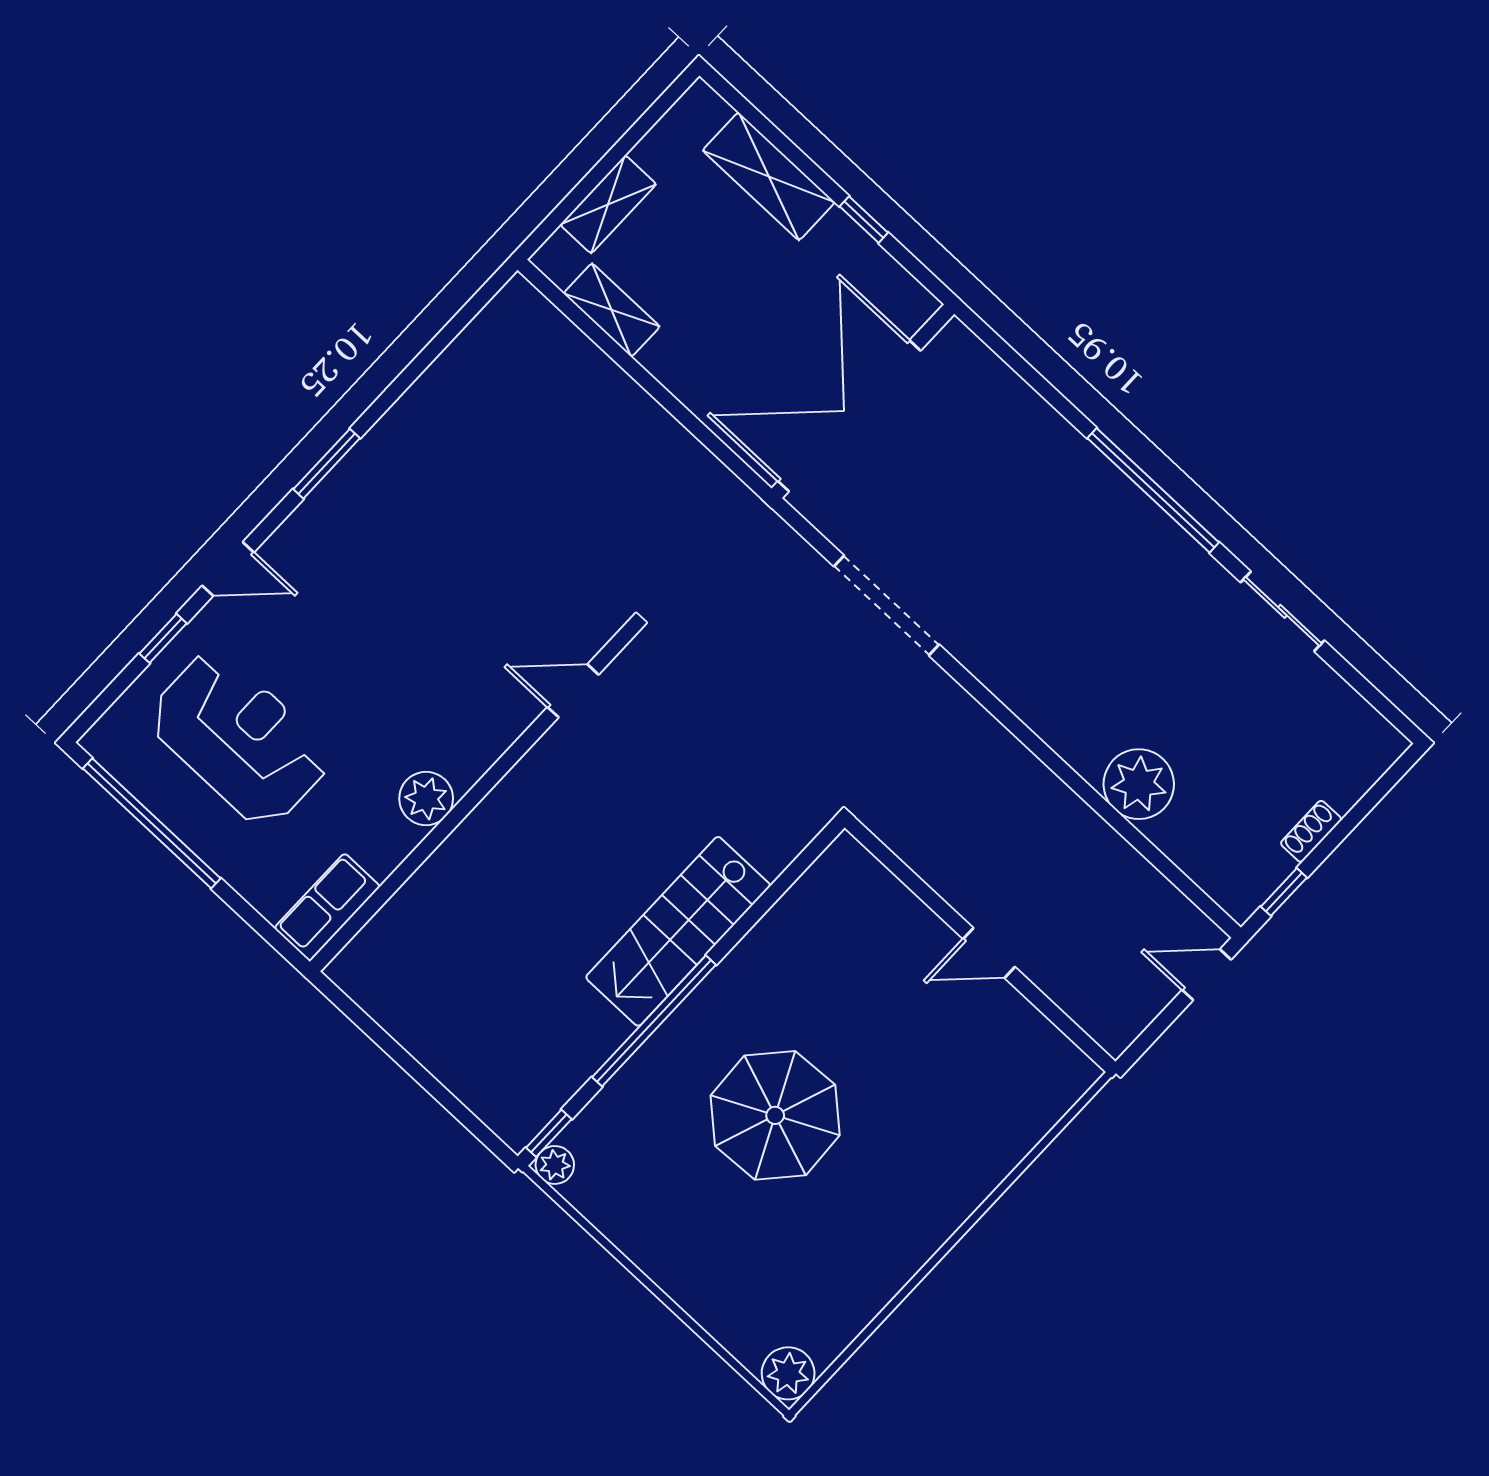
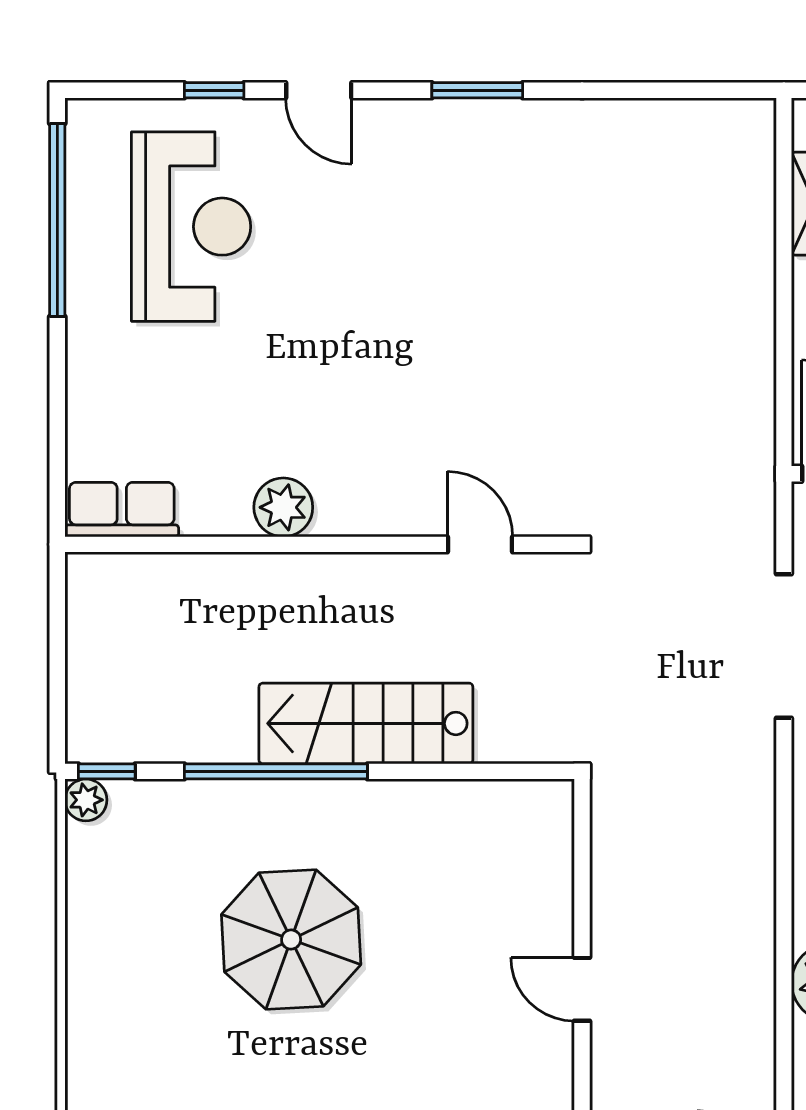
door: (573, 691) -> (480, 544), moved
wall: (473, 797) -> (320, 544), moved
plant: (426, 799) -> (283, 507), moved
row of seats: (327, 907) -> (122, 510), moved

